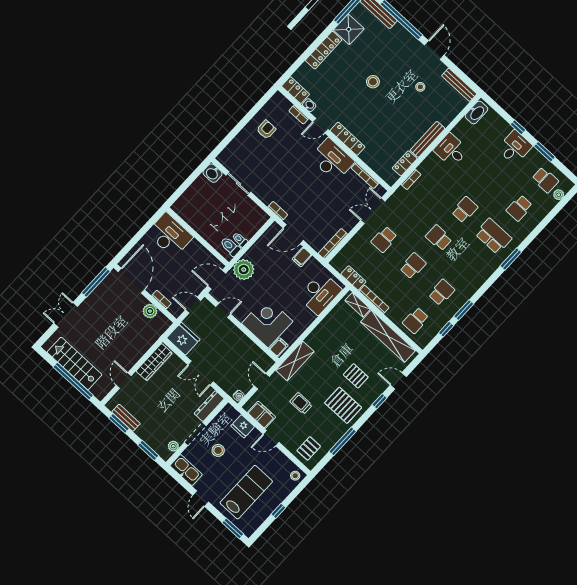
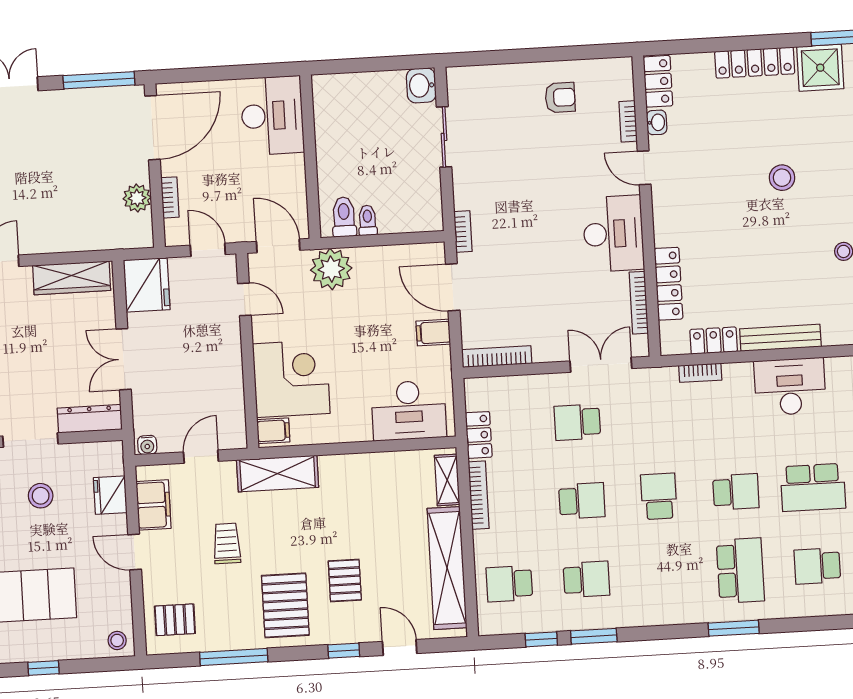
locker: (347, 139) -> (669, 284), moved
desk: (451, 150) -> (790, 387), width x1.37
school desk: (491, 182) -> (813, 487), added

